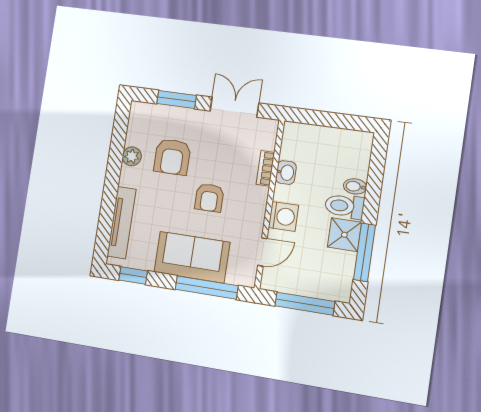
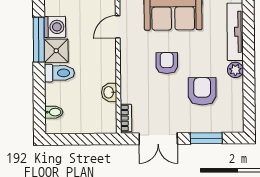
plant: (132, 156) -> (235, 70), moved
bookcase: (265, 168) -> (126, 118), moved
bidet: (355, 186) -> (54, 112), moved
washing machine: (283, 216) -> (55, 27), moved, turned 180

